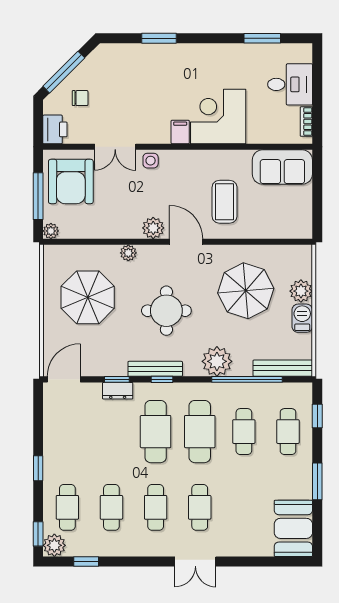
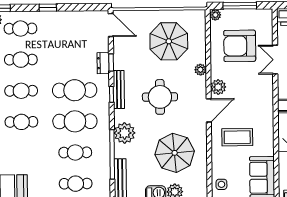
side table: (151, 161) -> (221, 184), moved
armchair: (71, 181) -> (240, 46), moved

